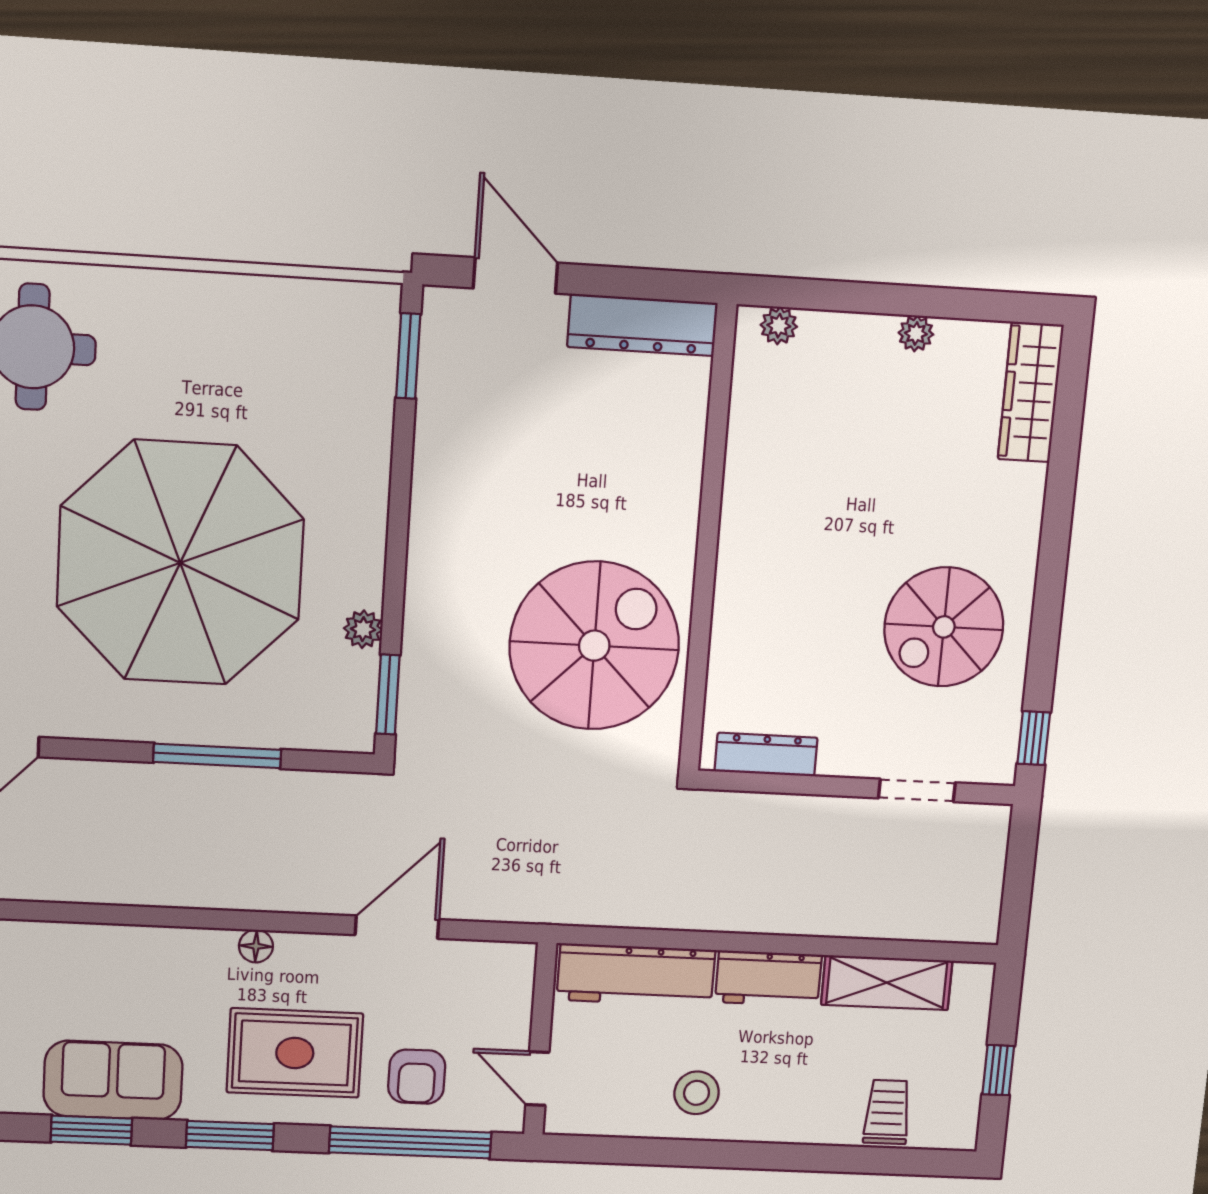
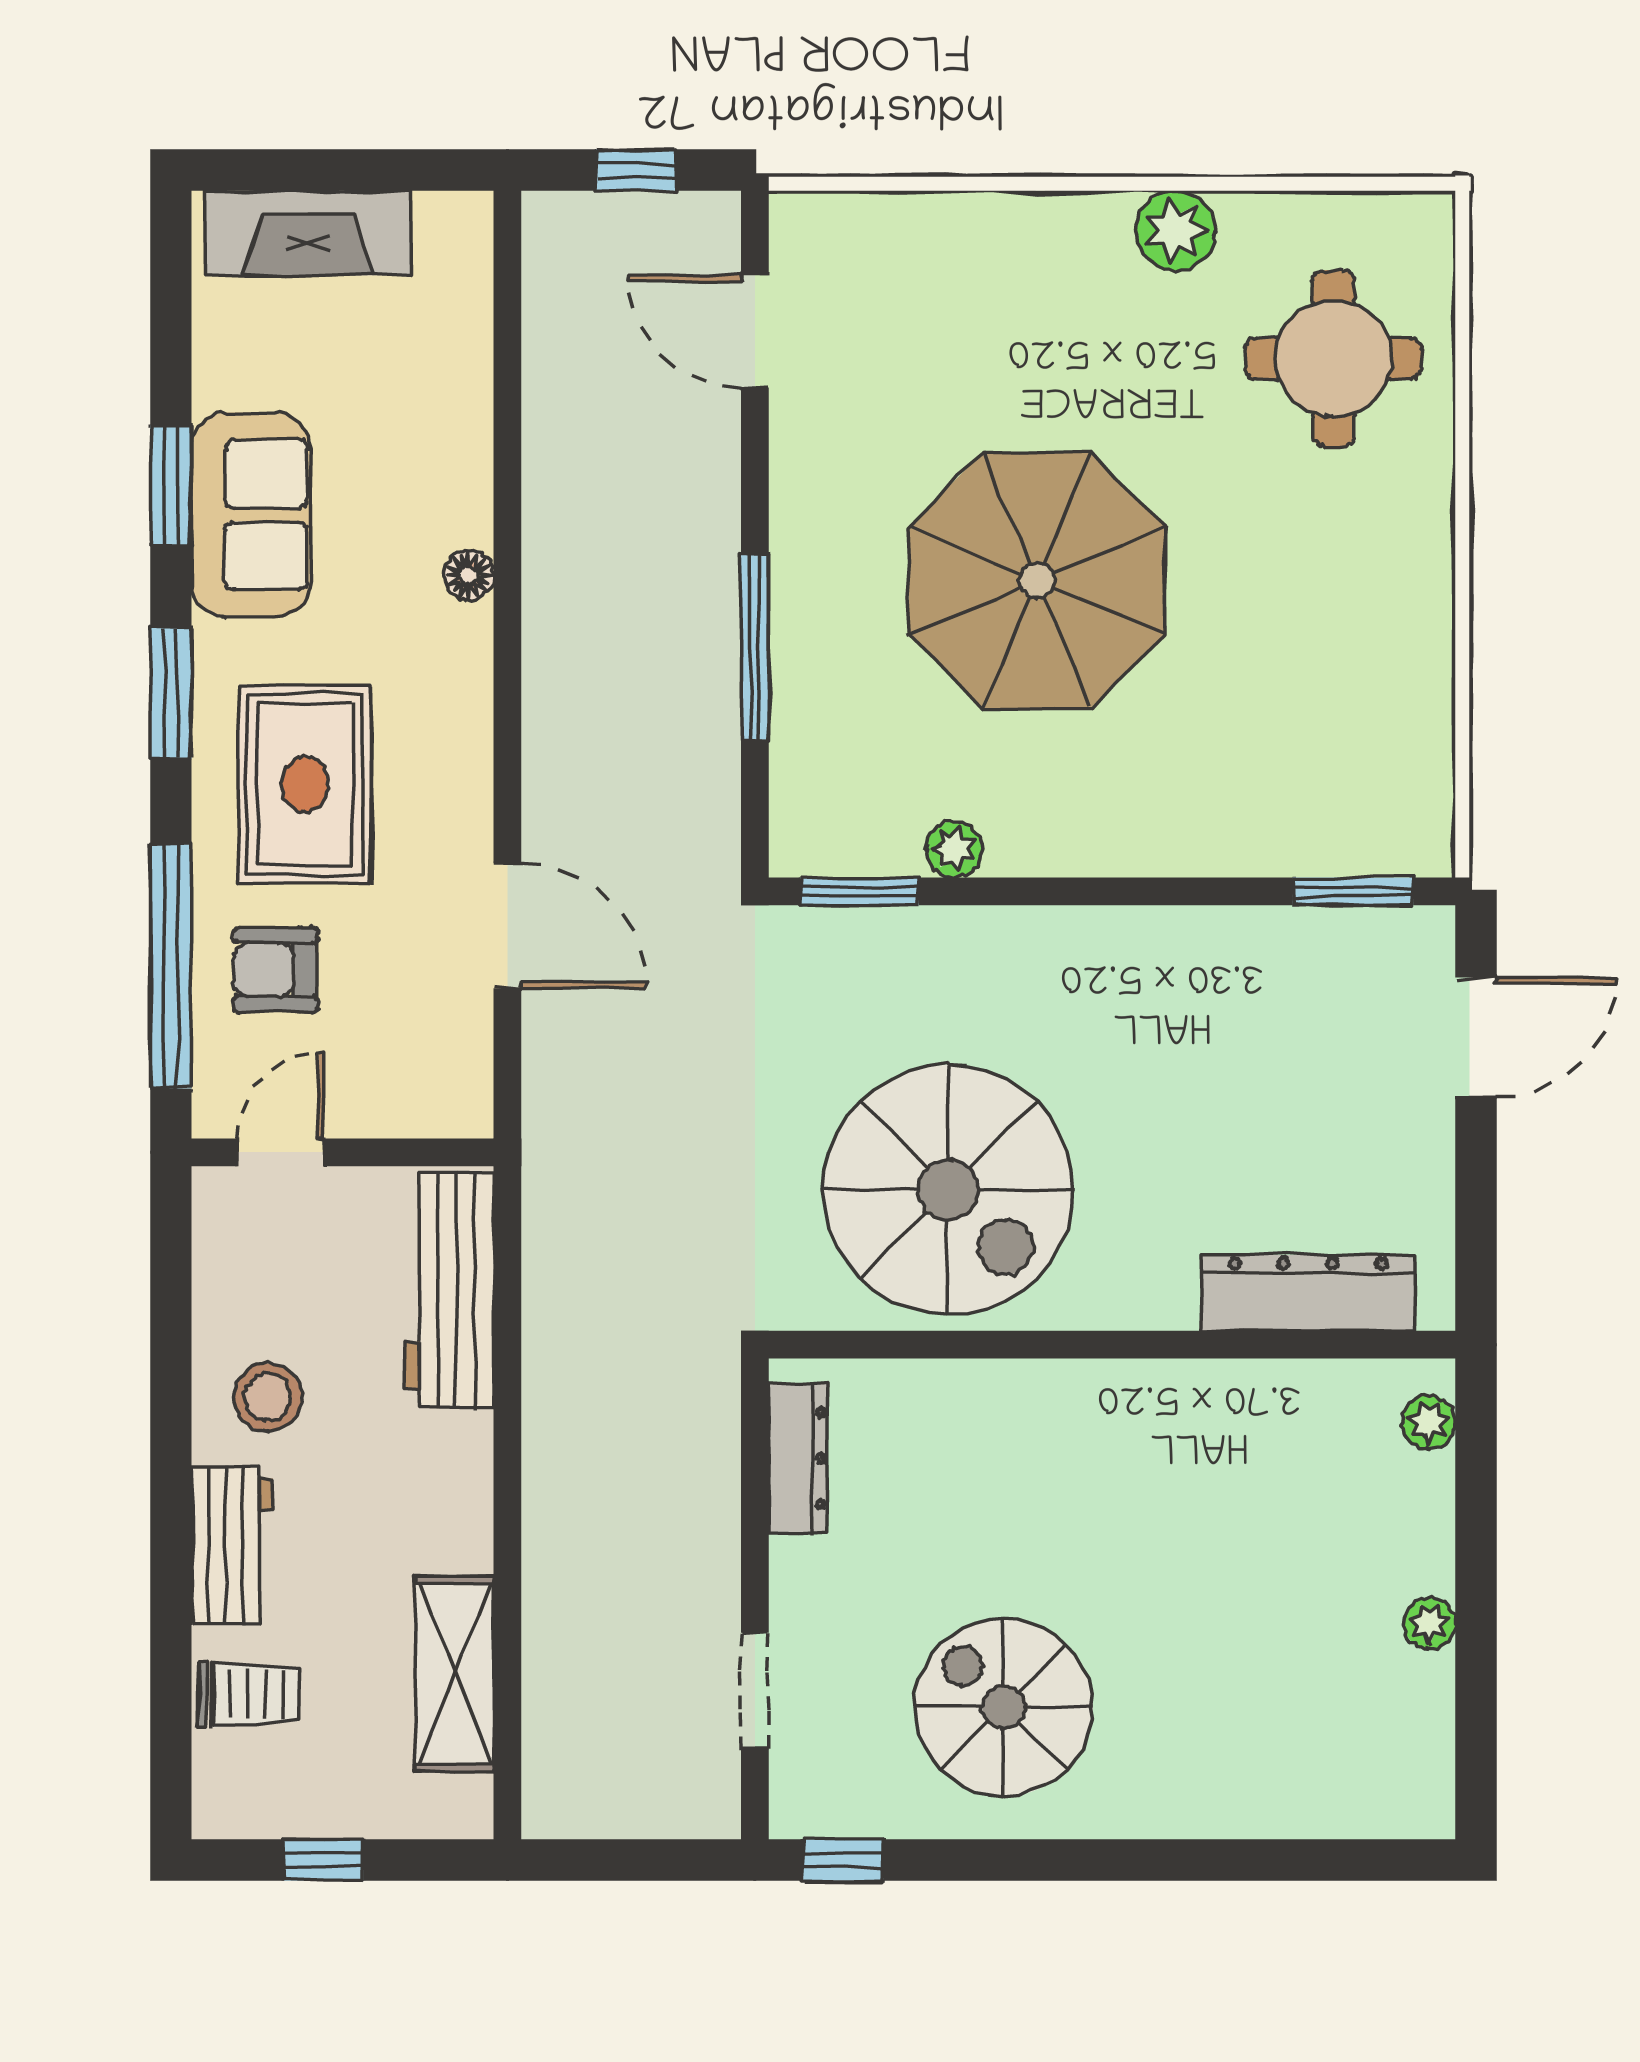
dresser: (642, 325) -> (1308, 1293), moved, turned 90
wardrobe: (1031, 392) -> (1356, 1801), removed
parasol: (180, 563) -> (1037, 580), width x0.73, depth x0.73
floor lamp: (256, 946) -> (469, 575), moved
workbench: (768, 978) -> (232, 1545), moved, turned 180

